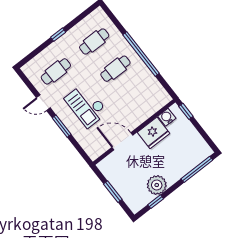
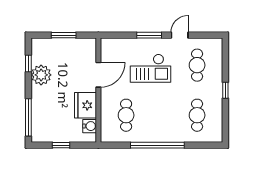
cafe table: (115, 69) -> (126, 115), moved
checkout: (86, 105) -> (150, 68), turned 180
window: (186, 111) -> (61, 145), moved

